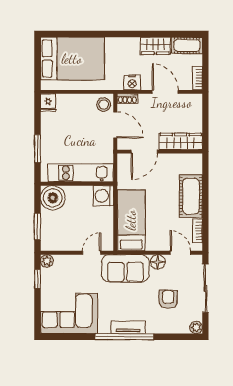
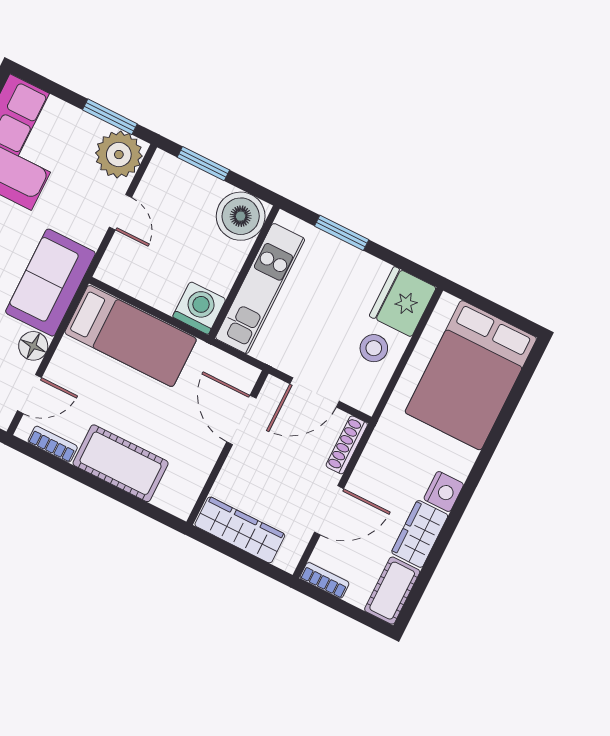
nightstand: (132, 83) -> (444, 492), moved, turned 180
shoe rack: (127, 99) -> (347, 445), width x1.43
fridge: (48, 103) -> (403, 302), width x1.88, depth x1.34
stool: (104, 104) -> (374, 348), moved
wardrobe: (181, 141) -> (240, 530), moved, turned -90
door: (92, 253) -> (120, 212), moved
plant: (47, 261) -> (119, 155), width x1.87, depth x1.87
window: (37, 279) -> (110, 117), width x1.50

